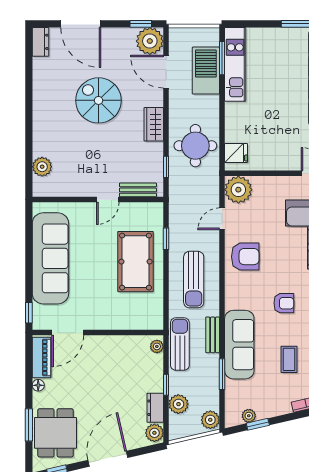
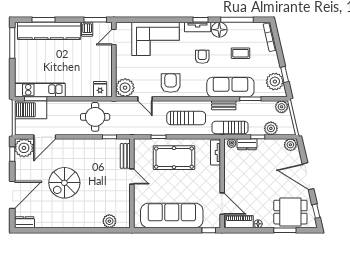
barbecue: (206, 71) -> (31, 110), moved
wardrobe: (154, 124) -> (81, 145), removed
tv unit: (143, 323) -> (216, 152), added
dresser: (155, 408) -> (247, 144), moved
plant: (249, 416) -> (275, 81), width x1.88, depth x1.88

